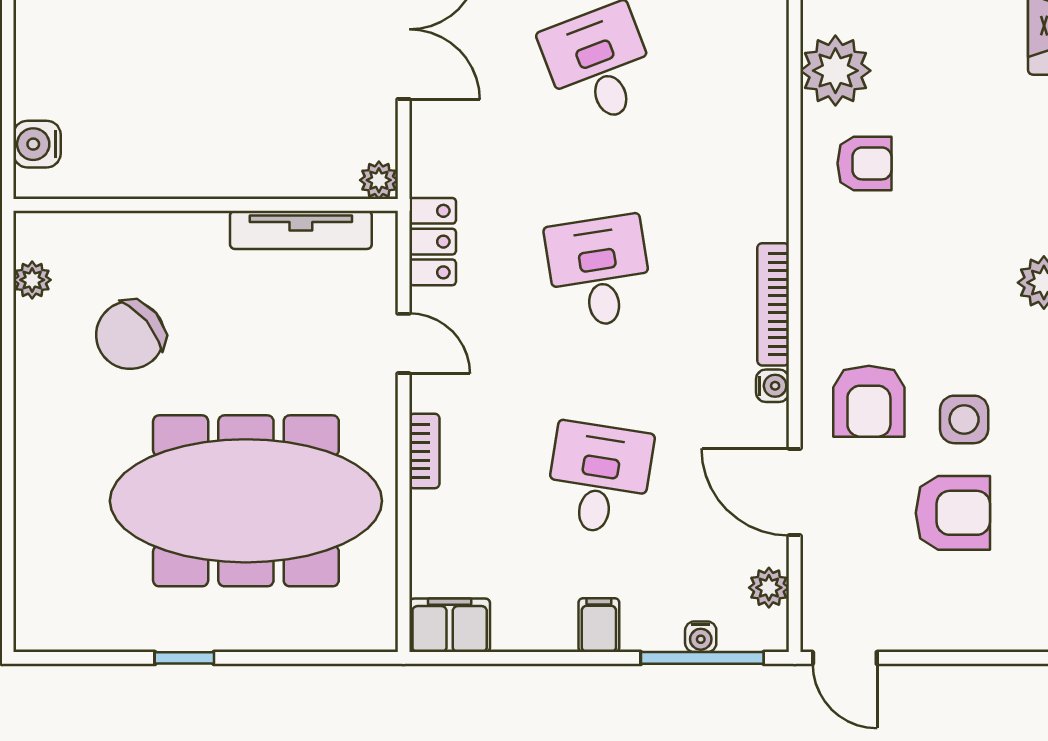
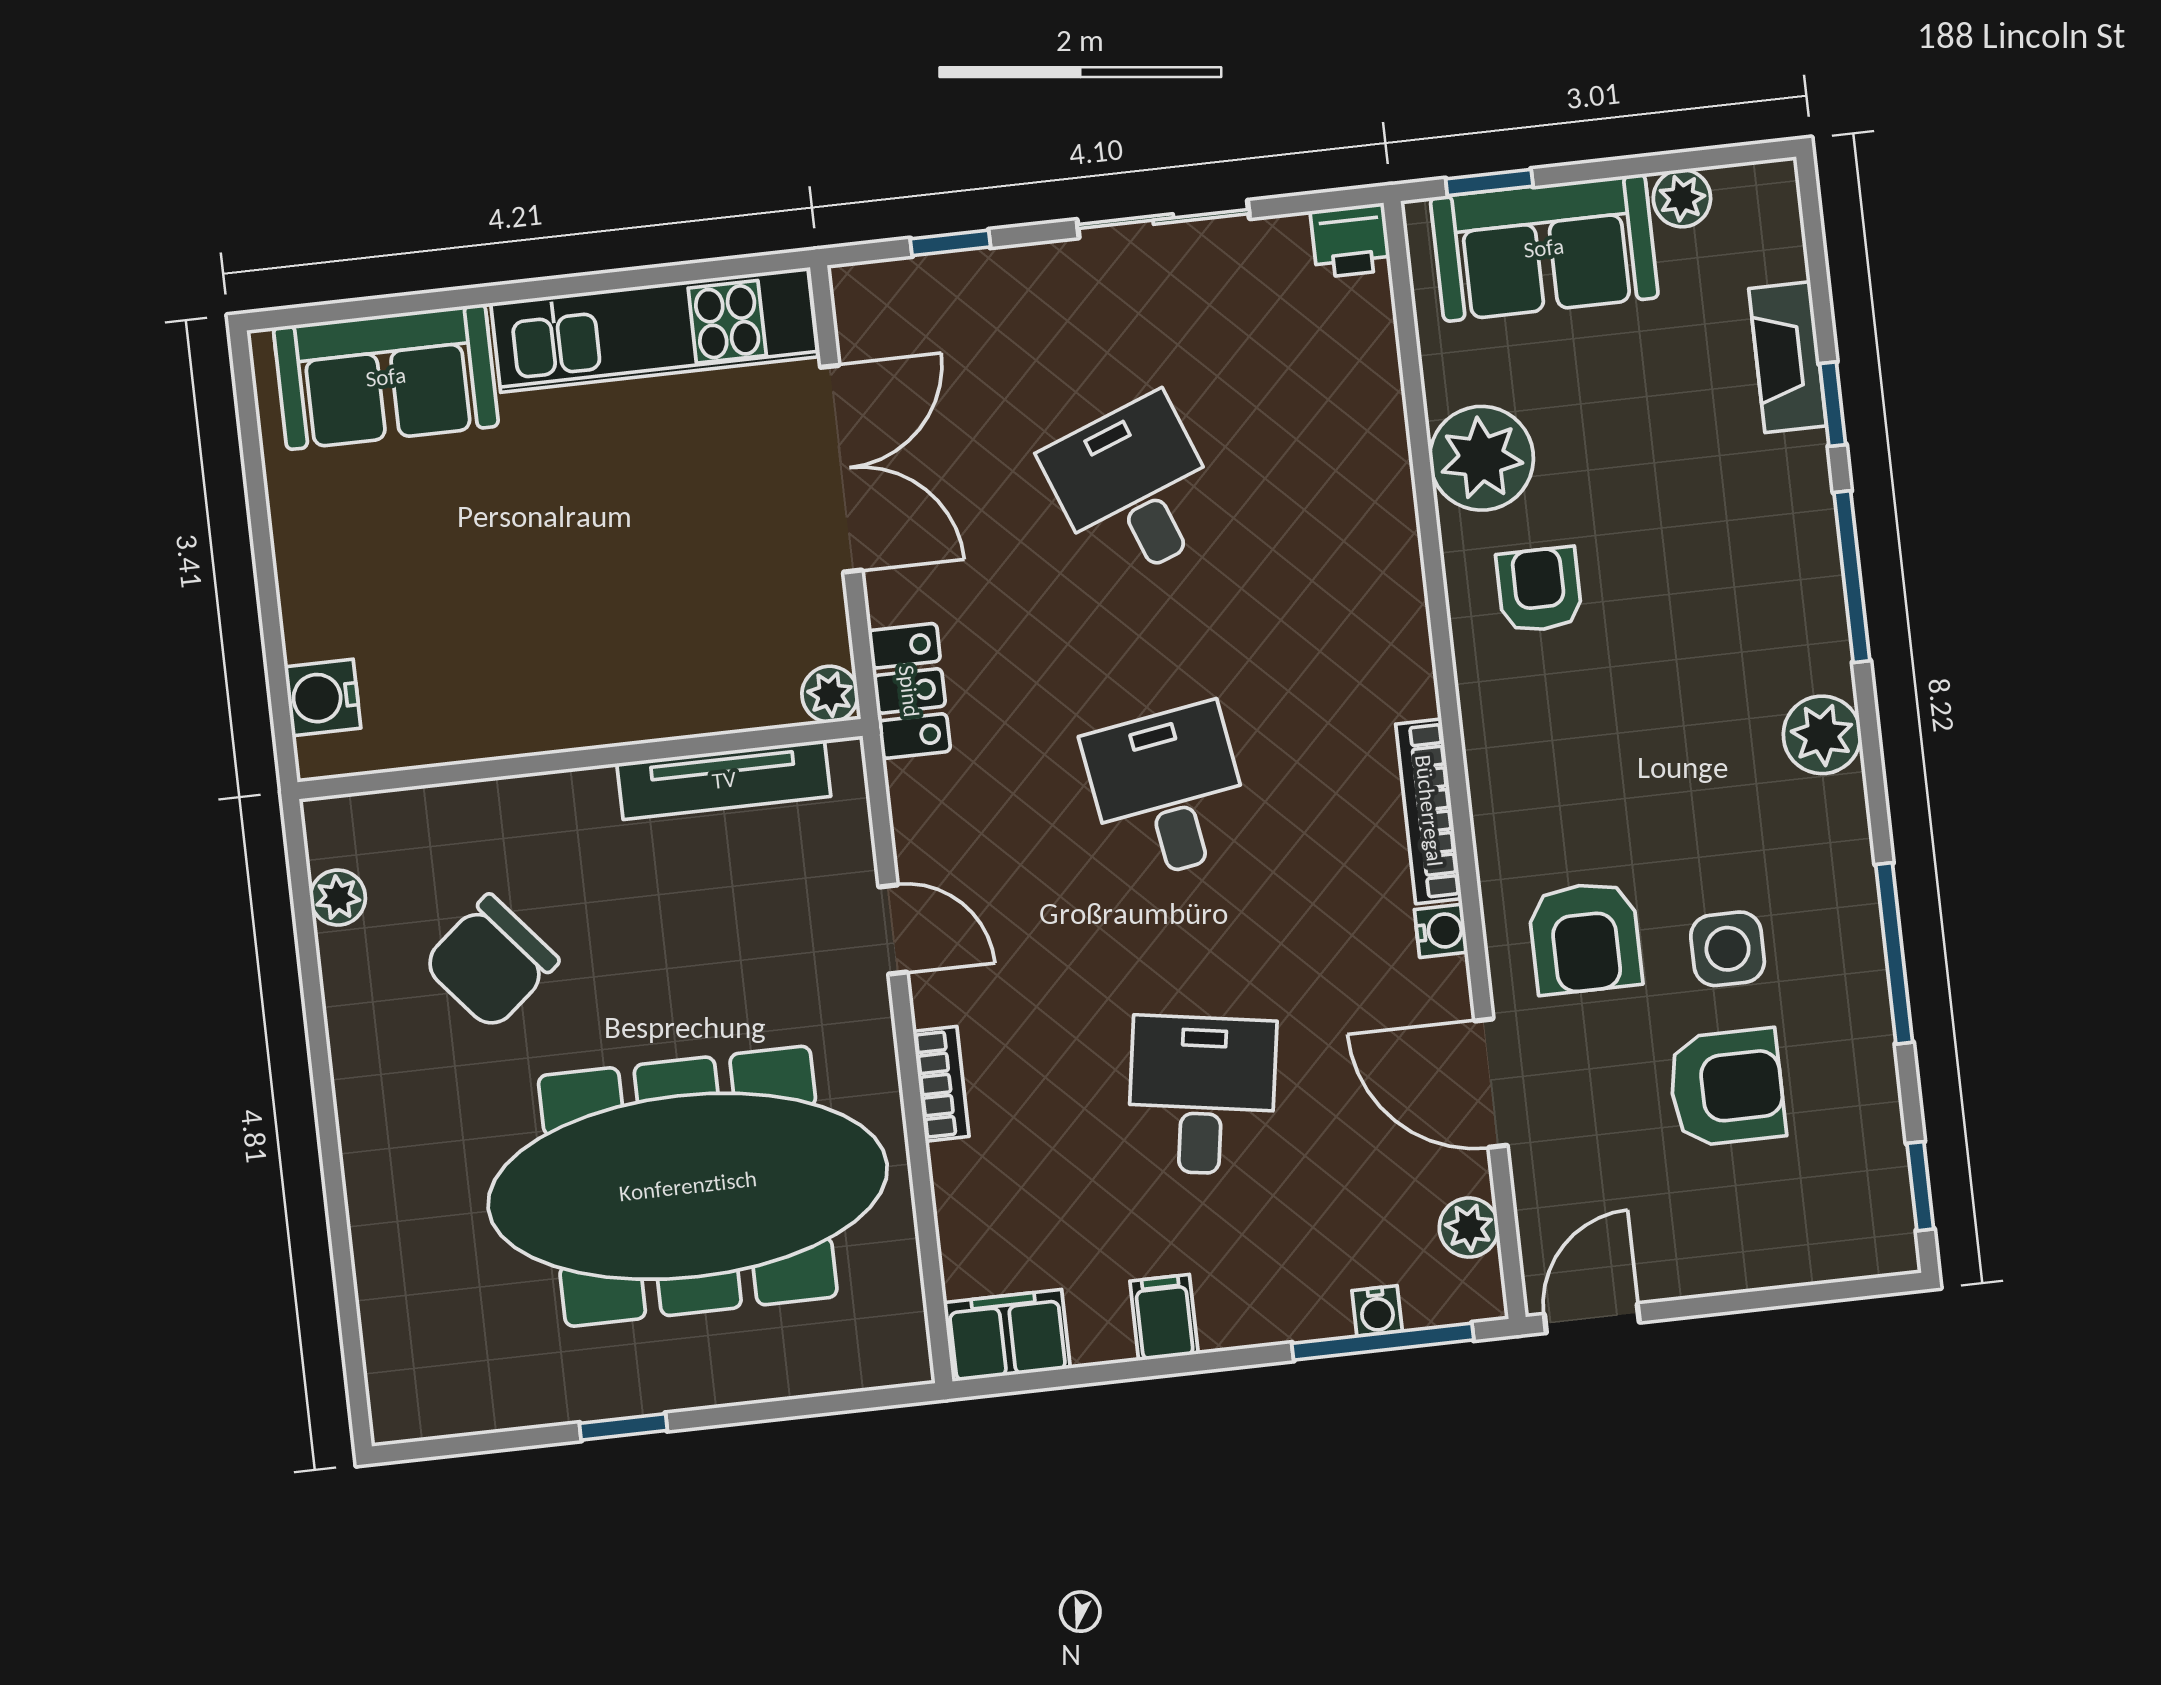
armchair: (864, 163) -> (1539, 590), turned -90
locker: (433, 242) -> (909, 691), moved
filing cabinet: (599, 625) -> (1164, 1317), moved
door: (845, 658) -> (1592, 1318), swing flipped

